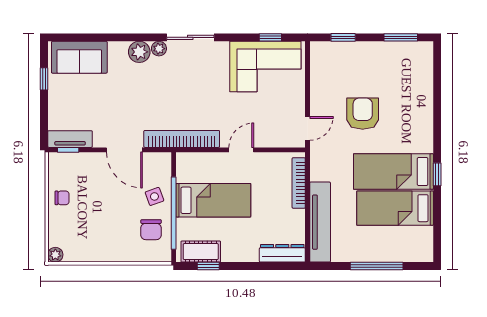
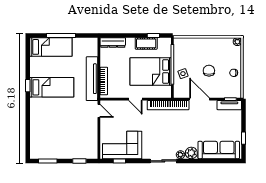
sofa: (79, 57) -> (219, 150), width x1.36
armchair: (363, 114) -> (69, 119), removed
door: (308, 128) -> (99, 111), swing flipped
door: (241, 150) -> (135, 99), hinge flipped
bed: (213, 200) -> (151, 72), width x1.50
bed: (395, 208) -> (51, 47), moved
tv unit: (320, 222) -> (92, 79), moved
chair: (151, 230) -> (209, 71), moved
cot: (201, 252) -> (146, 43), moved

